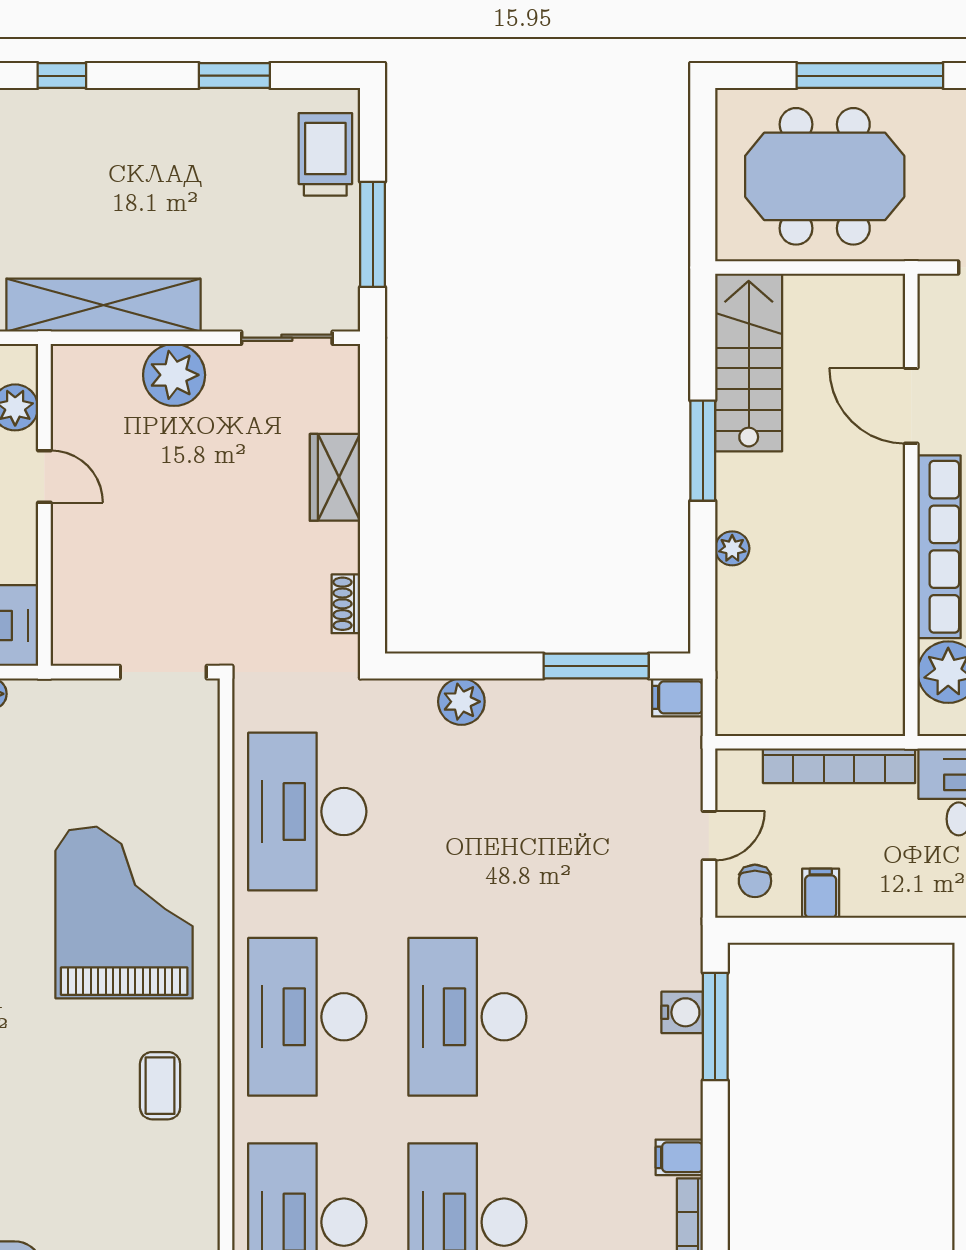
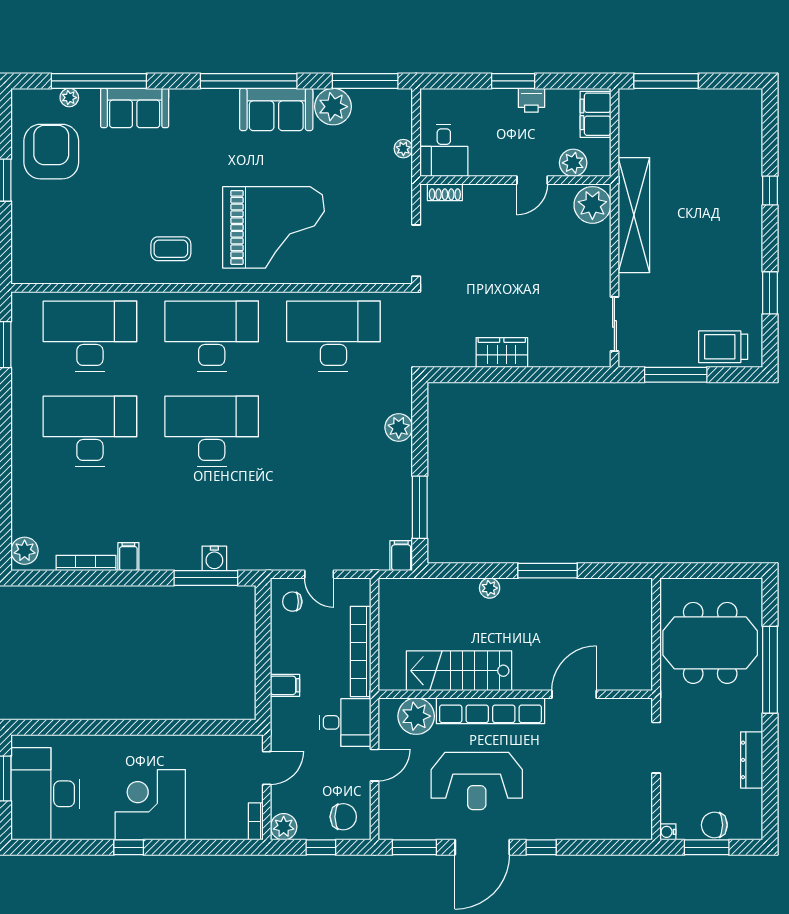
trolley: (325, 154) -> (723, 347), turned 180
meeting table: (825, 176) -> (710, 643), turned 90
stairs: (749, 363) -> (459, 671), moved, turned 180
plant: (174, 375) -> (592, 205), moved
wardrobe: (335, 477) -> (502, 352), moved
shoe rack: (346, 604) -> (445, 192), moved, turned 180
filing cabinet: (821, 893) -> (285, 685), moved

